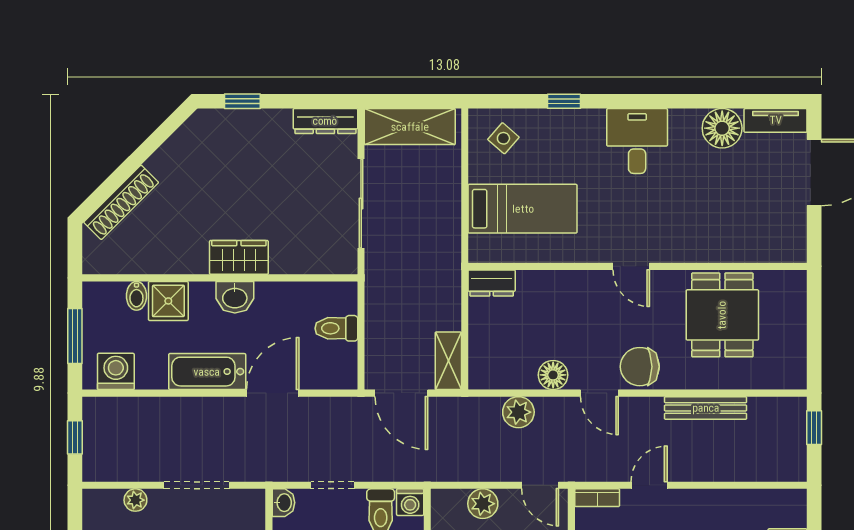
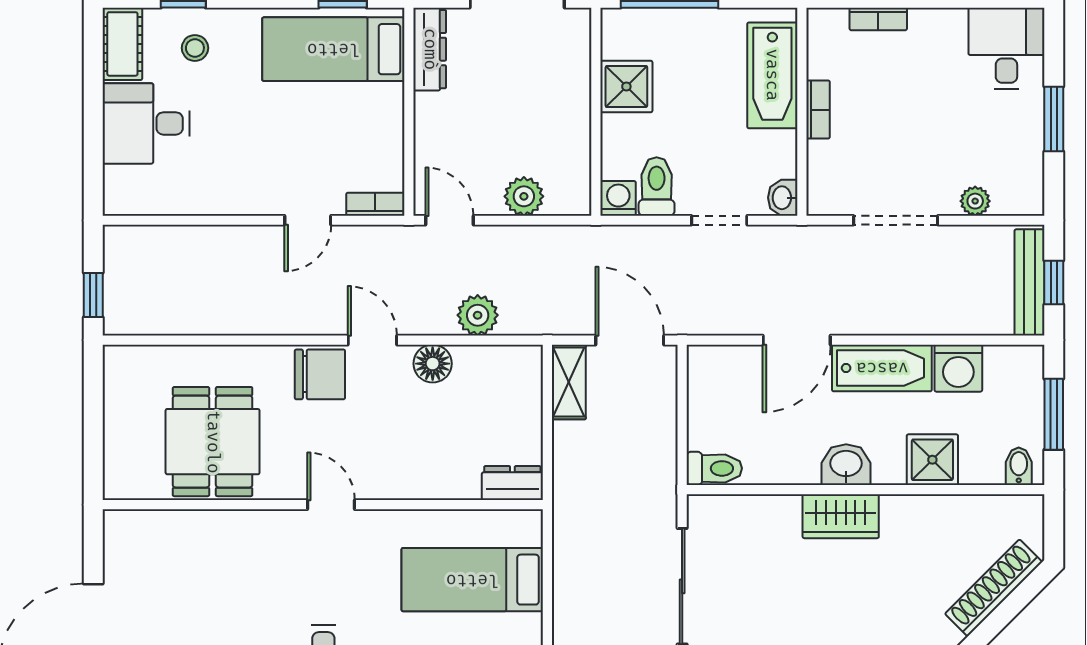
bidet: (136, 296) -> (1019, 466), moved
toilet: (336, 328) -> (714, 468), moved
washing machine: (116, 371) -> (958, 368), moved
bench: (706, 408) -> (1029, 282), moved, turned 90

